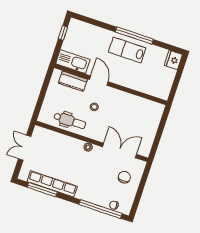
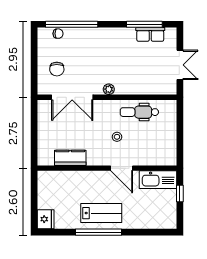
window: (63, 33) -> (180, 193), moved
kitchen counter: (73, 81) -> (70, 158), moved
row of seats: (52, 184) -> (150, 34), width x0.50

